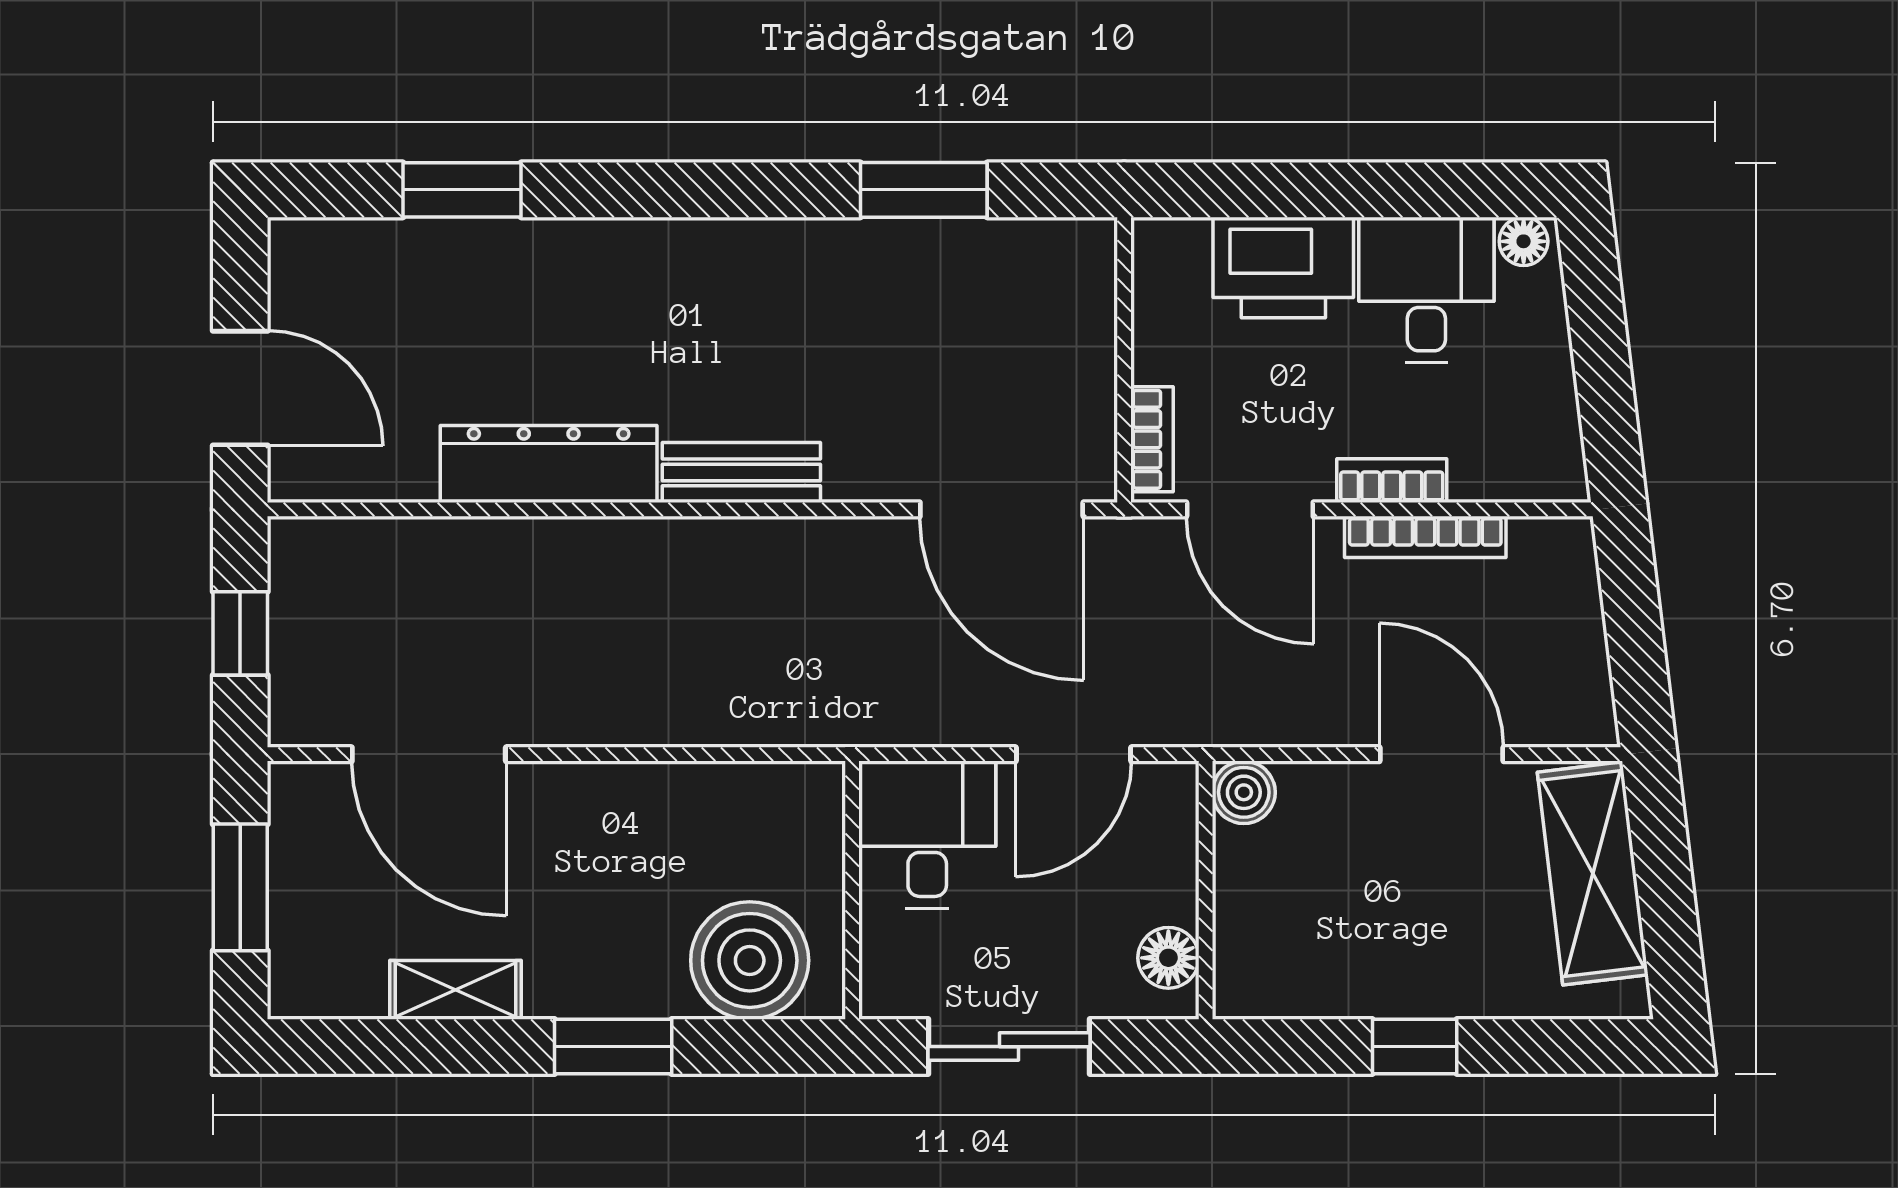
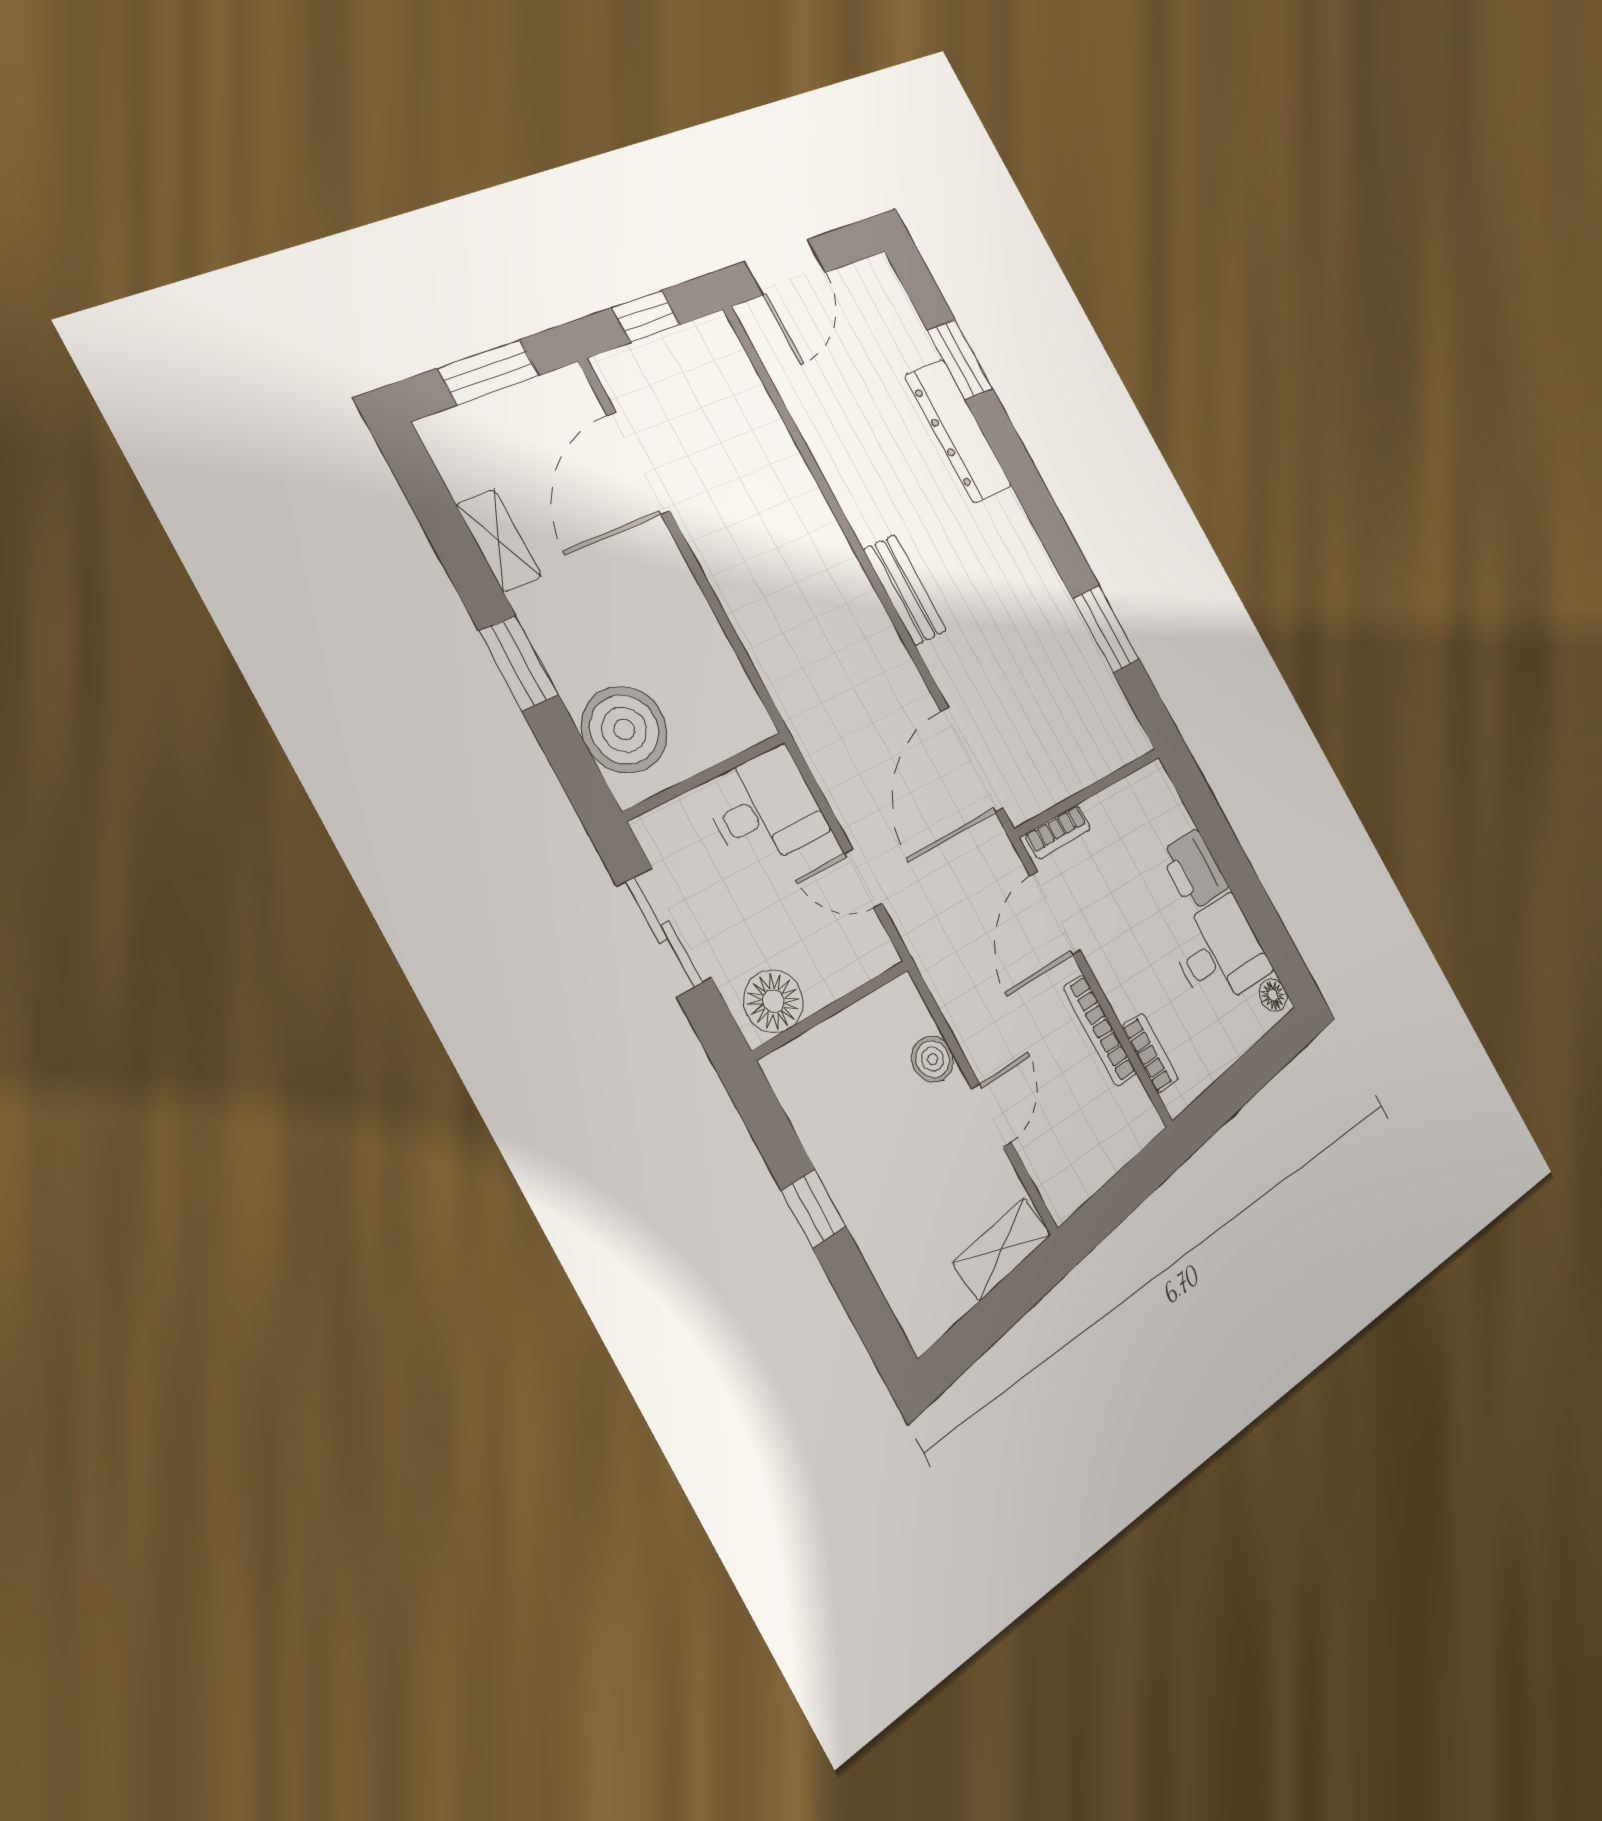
printer: (1283, 267) -> (1194, 870), width x0.73, depth x0.84
dresser: (549, 464) -> (958, 431), moved, turned 180
bookcase: (1392, 481) -> (1150, 1053), moved
door: (1074, 754) -> (863, 878), width x0.73
door: (1442, 754) -> (992, 1116), width x0.73
boiler: (1244, 792) -> (933, 1059), moved
shelving: (1593, 873) -> (1002, 1249), width x0.67, depth x0.75
floor lamp: (1168, 958) -> (773, 1001), width x1.38, depth x1.38

